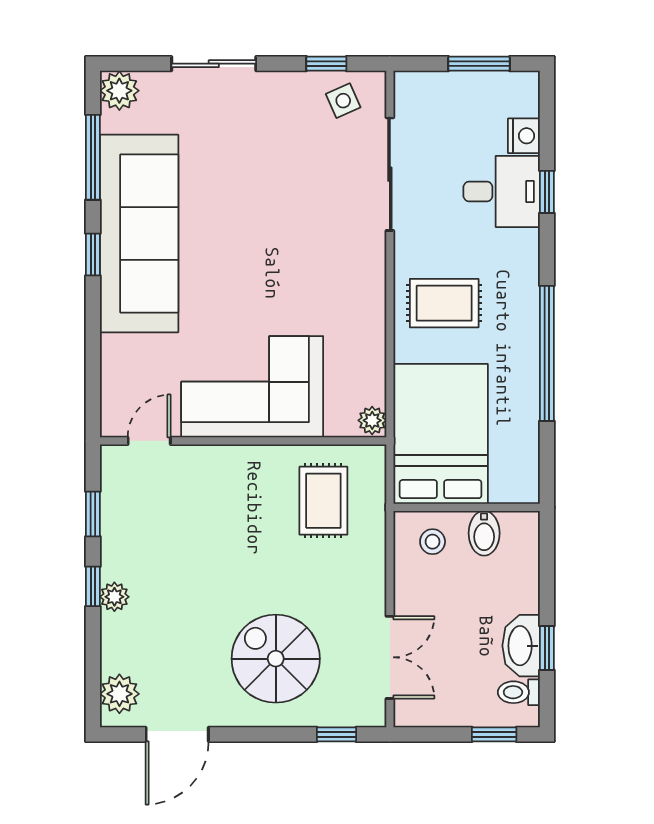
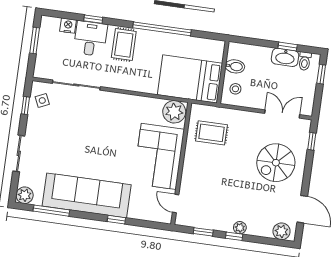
window: (93, 255) -> (116, 220), moved
rug: (444, 303) -> (124, 45), moved
plant: (372, 420) -> (174, 112), width x1.88, depth x1.88

